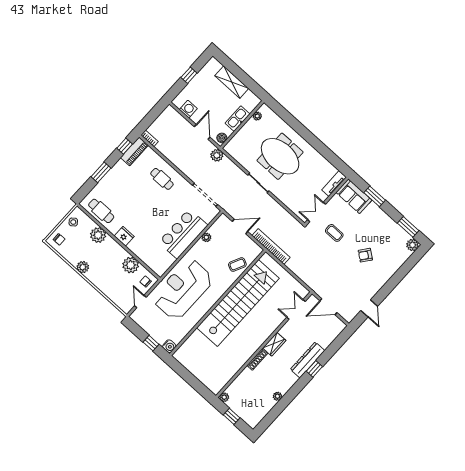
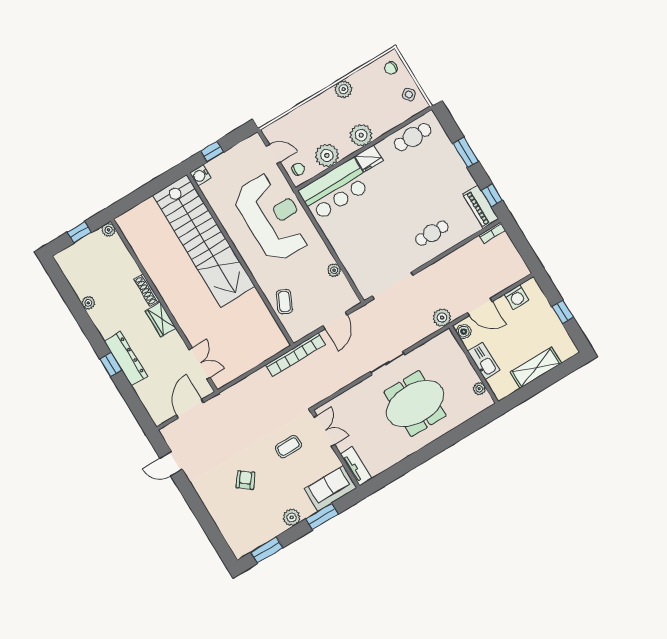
bar counter: (183, 234) -> (335, 189), moved, turned 90
plant: (98, 235) -> (361, 135), moved
plant: (412, 245) -> (292, 517), moved
stairs: (238, 303) -> (204, 241), moved

